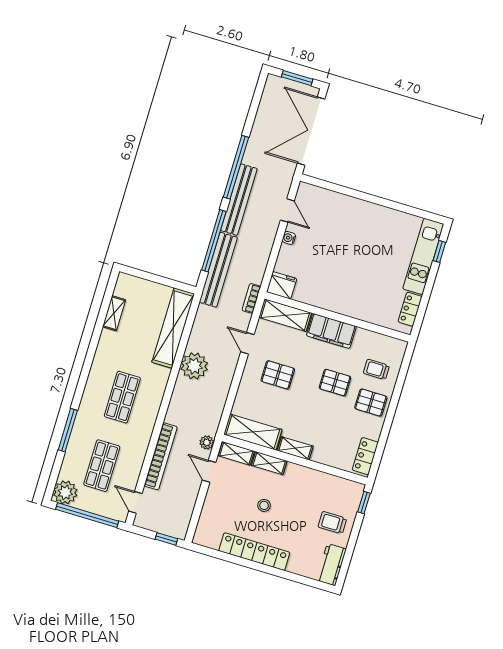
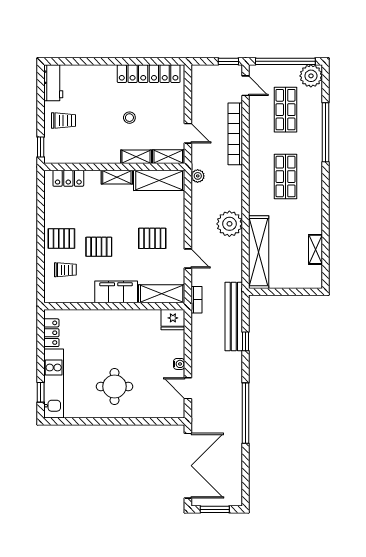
bench: (239, 200) -> (234, 385), removed
round table: (362, 235) -> (115, 386), added
window: (214, 241) -> (246, 341), width x0.32
window: (68, 430) -> (326, 132), width x1.46
plant: (207, 442) -> (198, 176), moved
locker: (365, 456) -> (68, 178), moved, turned 90
window: (166, 539) -> (228, 61), moved
locker: (254, 552) -> (149, 74), moved

